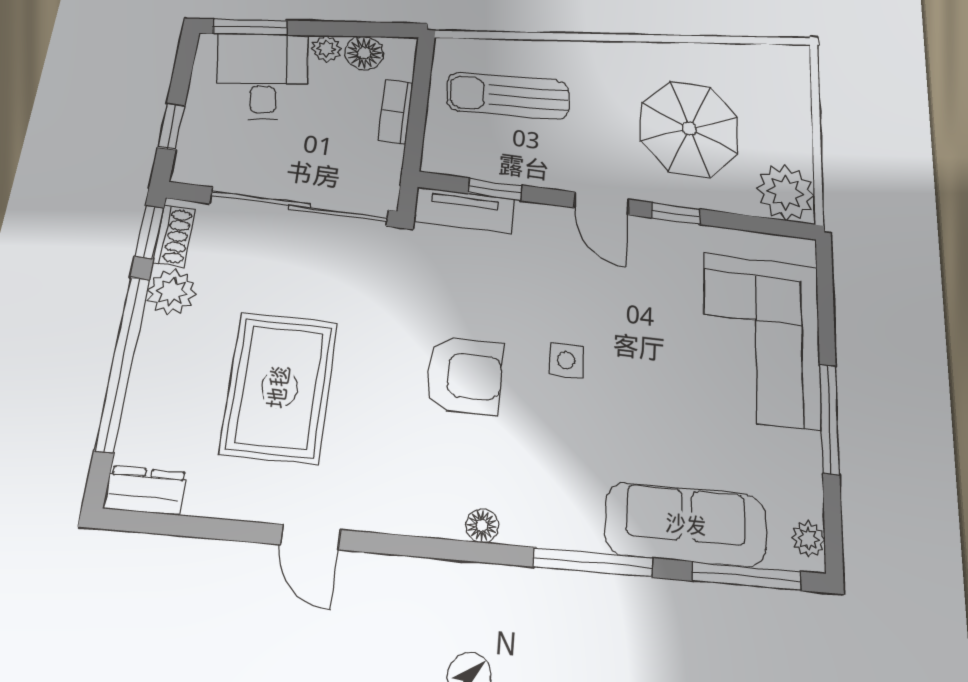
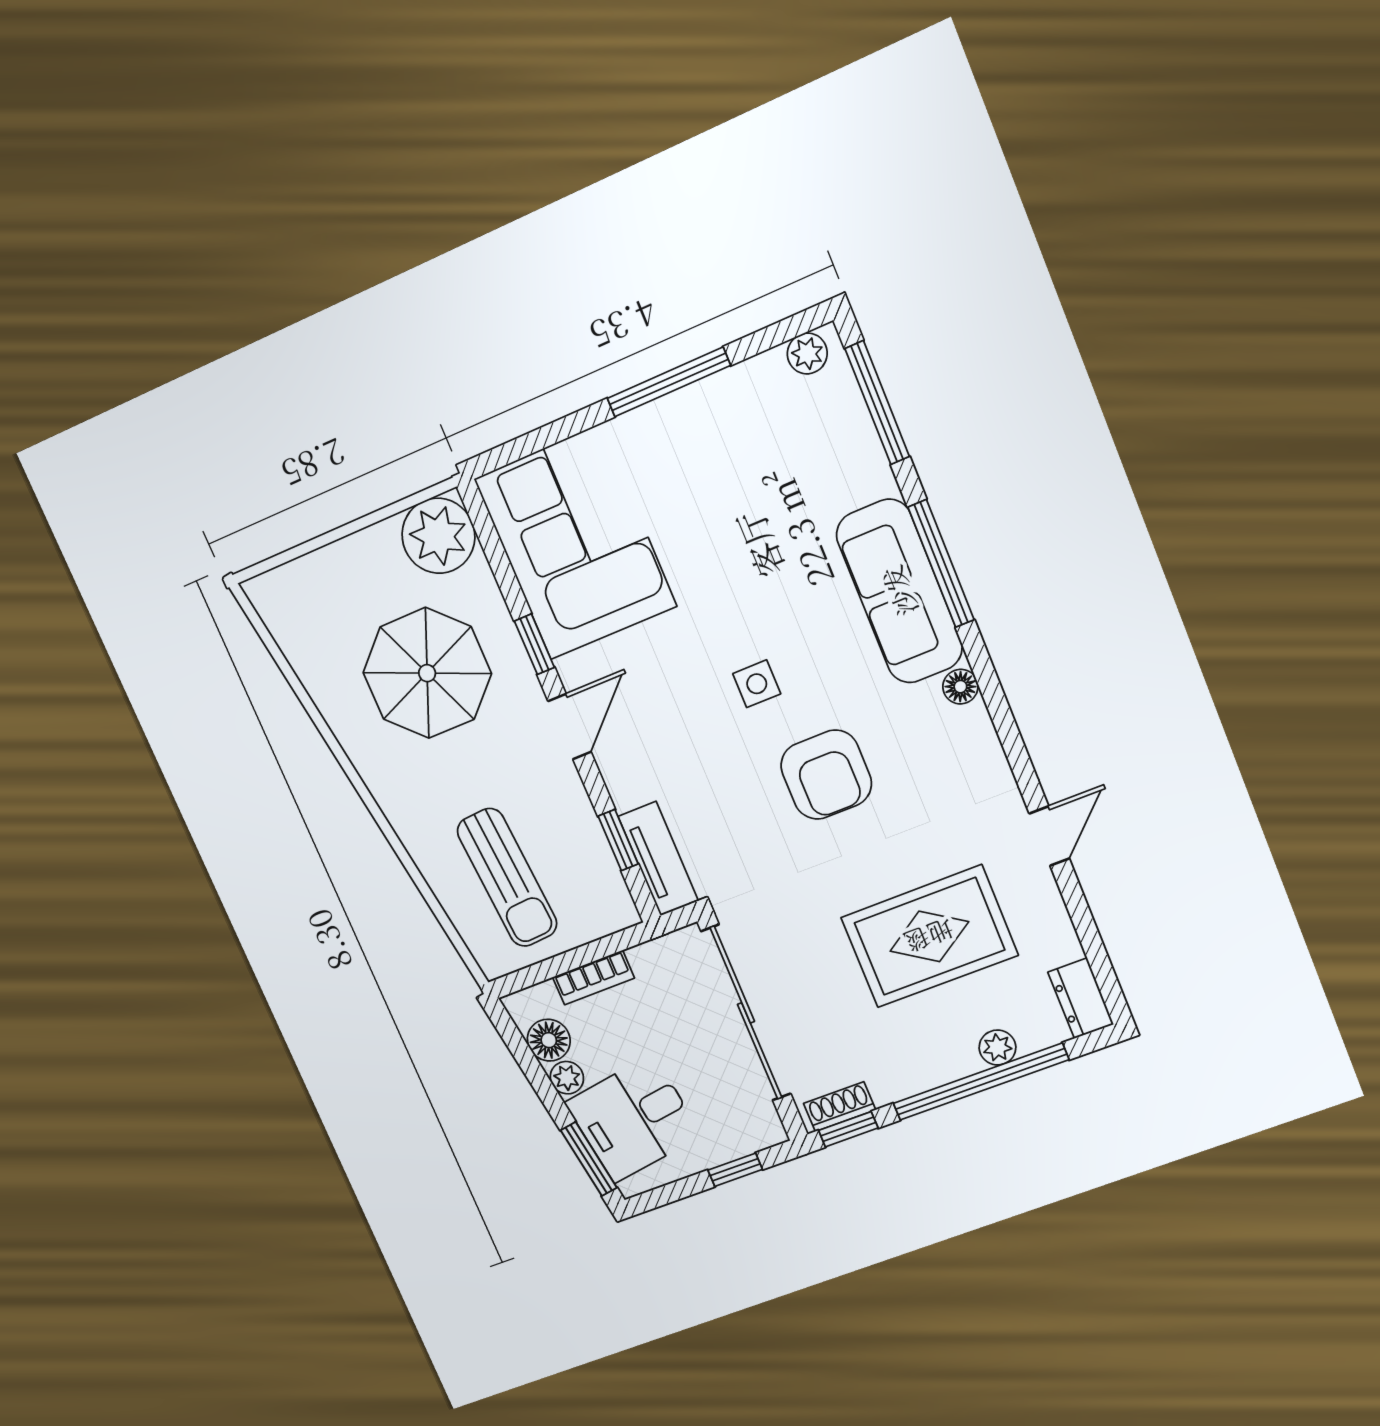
plant: (172, 292) -> (997, 1048), moved, width x0.73, depth x0.73
corner sofa: (762, 340) -> (575, 543), moved, turned -90
armchair: (464, 375) -> (826, 775), turned 180
sofa: (686, 525) -> (899, 591), moved

